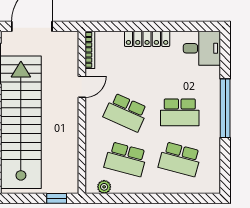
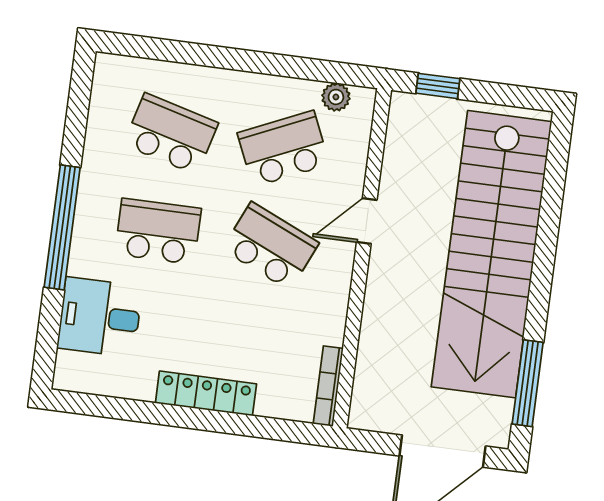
desk: (202, 48) -> (100, 317), moved
door: (82, 87) -> (367, 221), moved
school desk: (126, 159) -> (283, 149), turned -39

